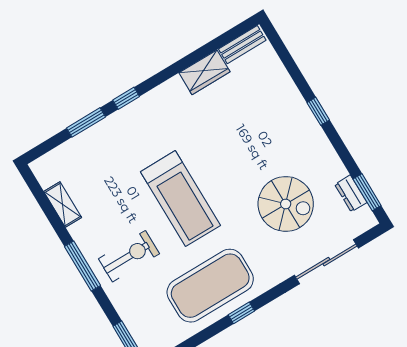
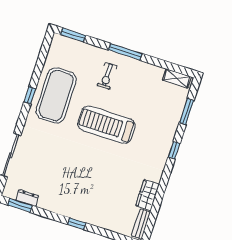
window: (86, 122) -> (187, 112), moved
shelving: (63, 204) -> (177, 78), moved
spiral stairs: (286, 204) -> (54, 166), removed
exercise bike: (129, 256) -> (107, 76), width x0.73, depth x0.72

